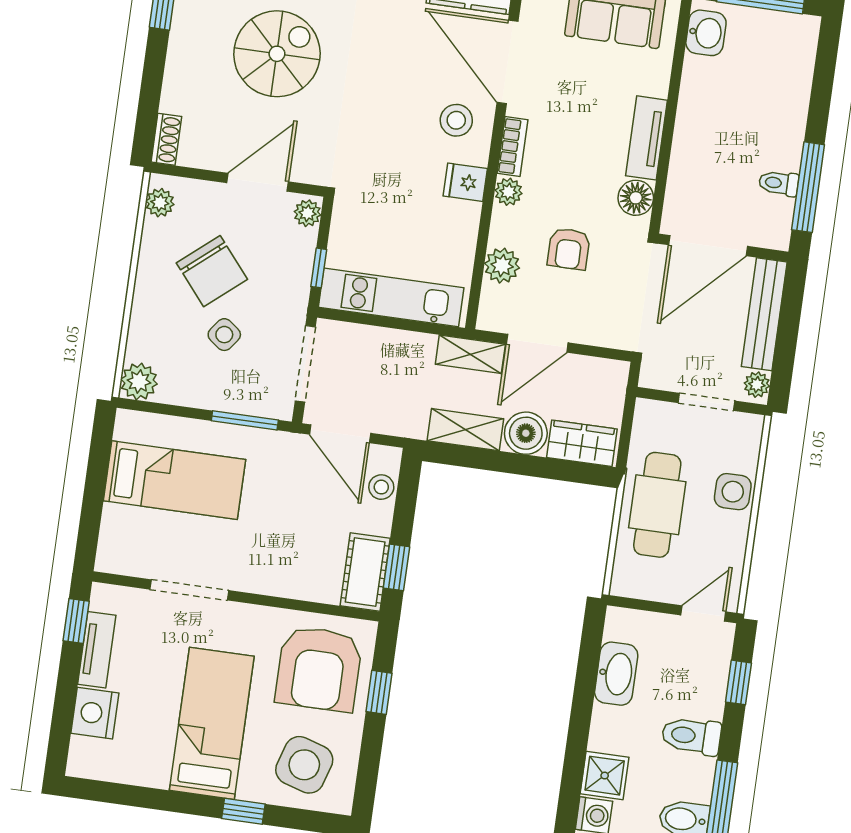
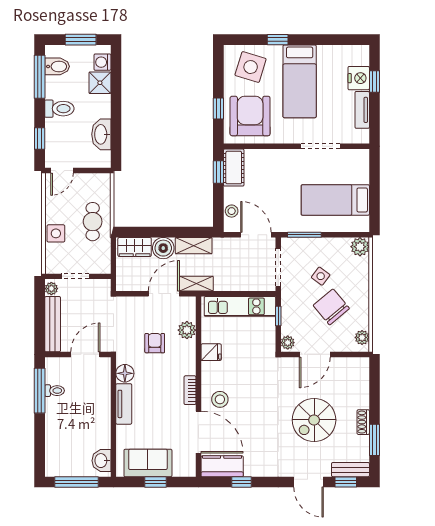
shoe rack: (166, 139) -> (363, 422), moved
fridge: (465, 182) -> (211, 352), moved
plant: (508, 192) -> (189, 367), removed
door: (708, 246) -> (85, 354), width x0.73
cafe table: (657, 505) -> (93, 222), width x0.73, depth x0.74
window: (76, 621) -> (375, 82), moved

